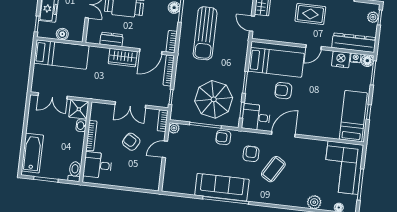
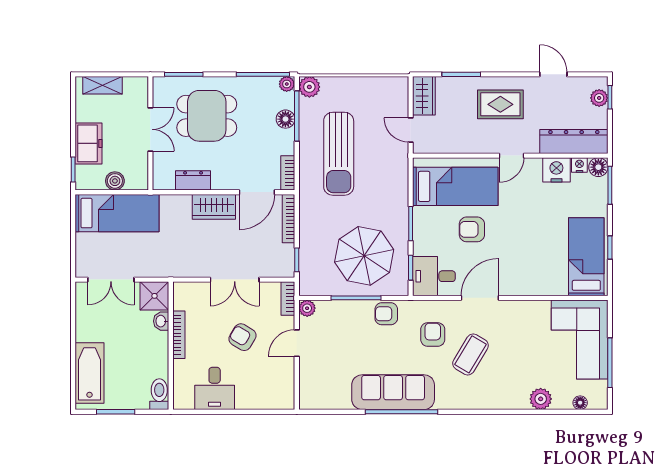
desk: (98, 165) -> (215, 388), moved, turned -90

